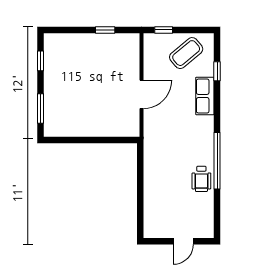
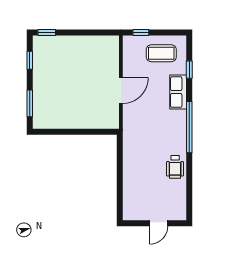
window: (105, 30) -> (47, 32), moved
coffee table: (186, 53) -> (161, 53), turned 40
window: (217, 161) -> (189, 127), moved

